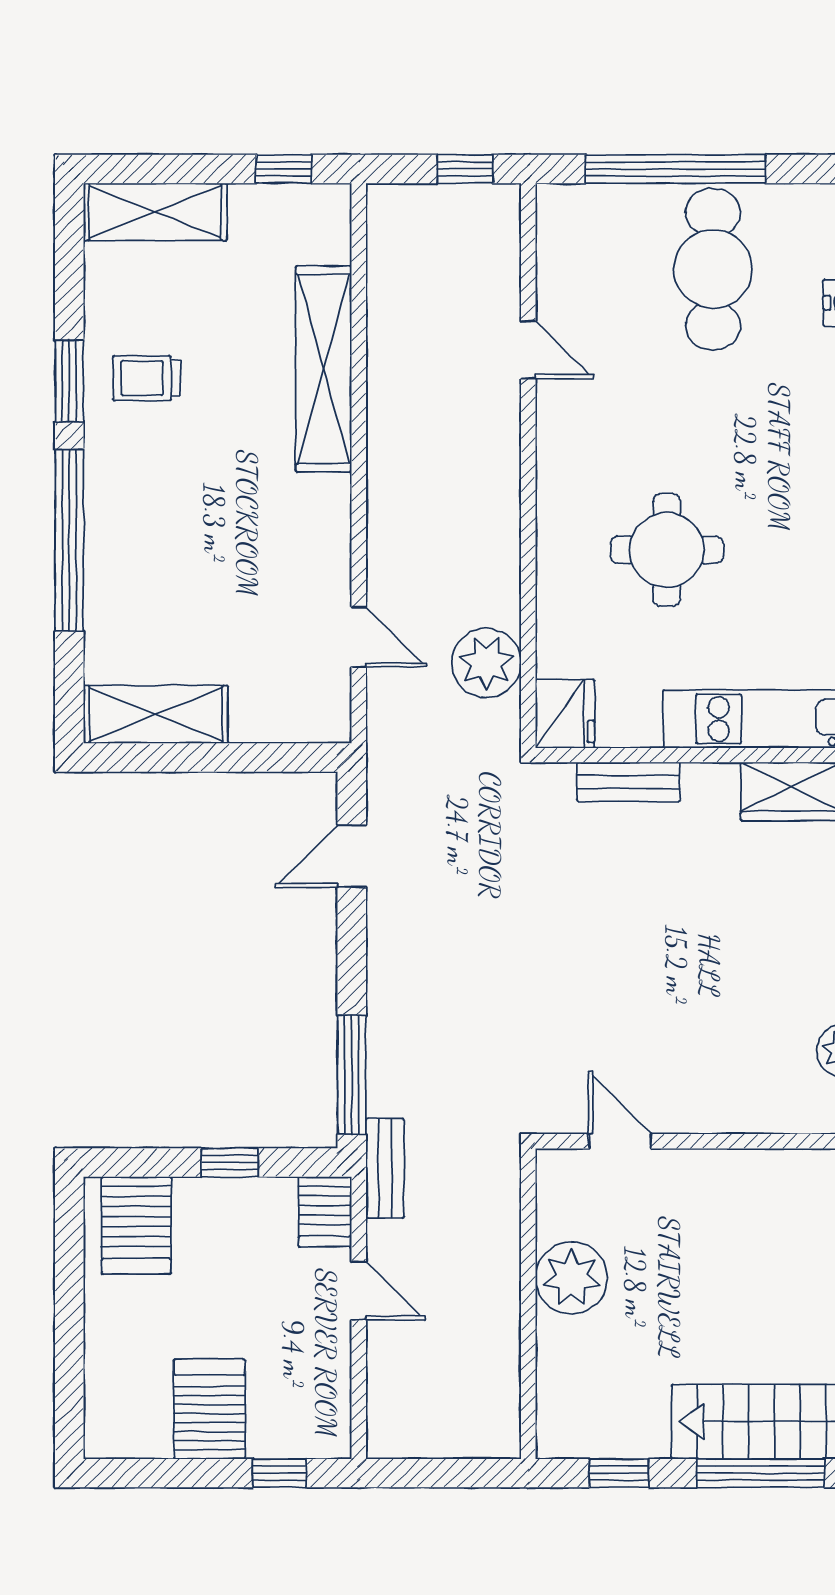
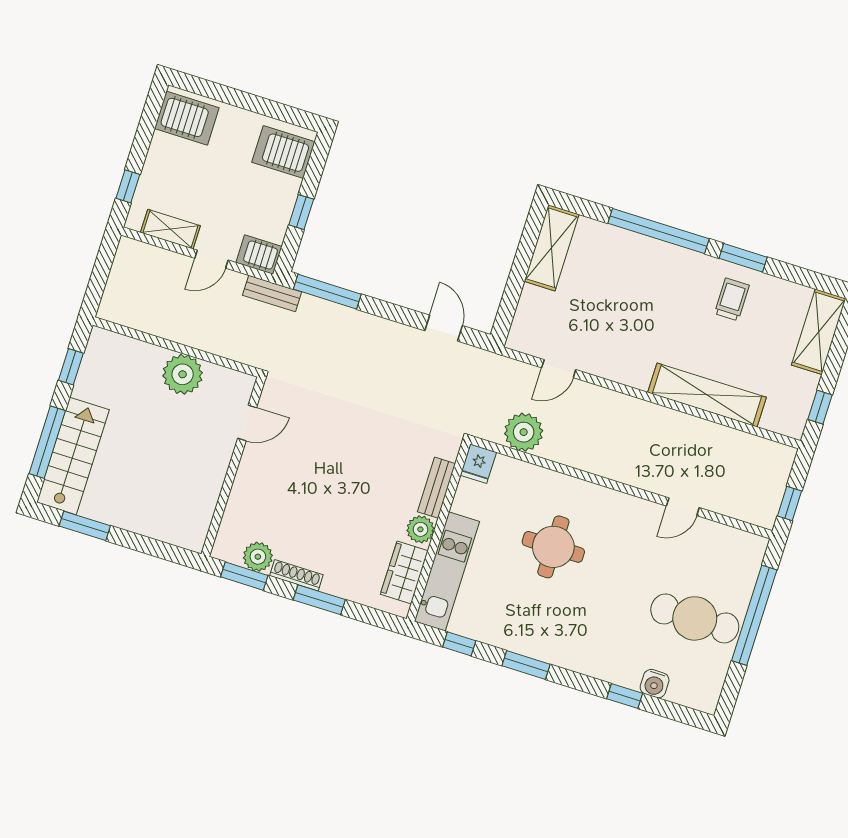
fridge: (565, 714) -> (478, 464), width x0.72
plant: (709, 787) -> (420, 529), added
shelving: (329, 1377) -> (170, 229), added
server rack: (209, 1409) -> (187, 118), moved

